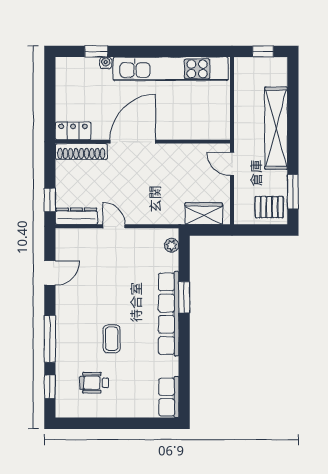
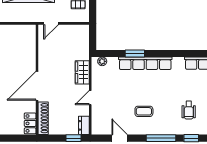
door: (133, 142) -> (37, 86), hinge flipped
wardrobe: (204, 214) -> (82, 72), moved
dresser: (76, 216) -> (84, 125), width x0.70
coffee table: (112, 339) -> (144, 111), moved

